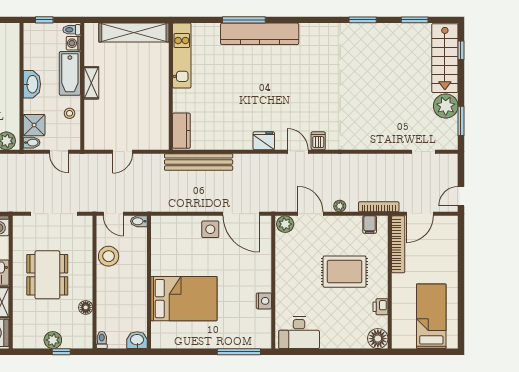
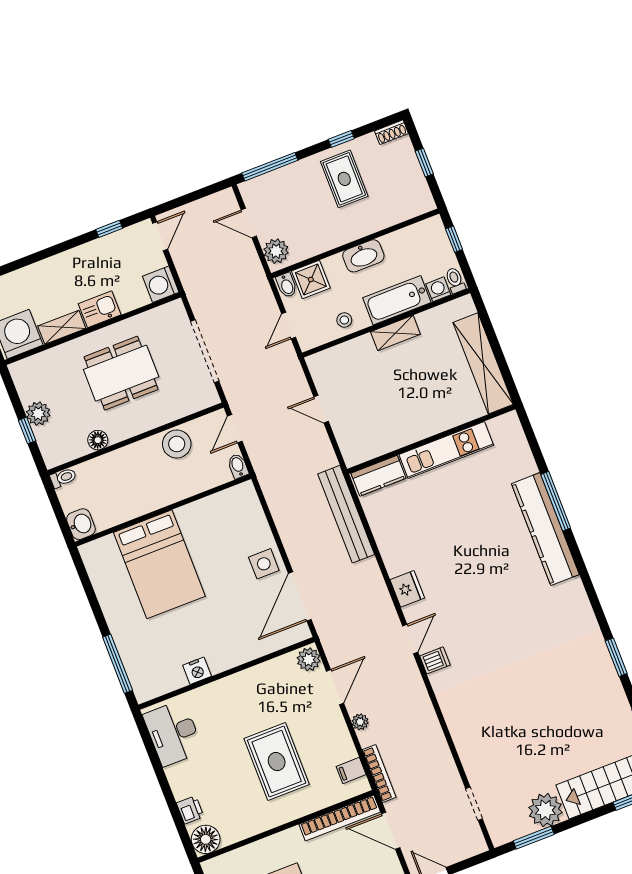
kitchen unit: (182, 56) -> (446, 450), moved
printer: (381, 307) -> (190, 810), moved, turned 90

